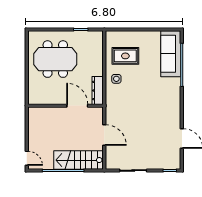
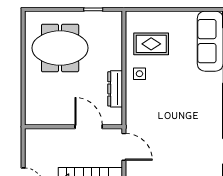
wall: (66, 106) -> (73, 127), moved
door: (77, 106) -> (89, 127), moved

